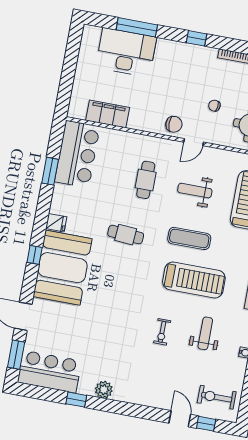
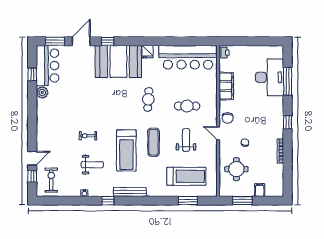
printer: (78, 112) -> (224, 53), added
filing cabinet: (108, 114) -> (226, 86), moved
bar counter: (77, 154) -> (188, 57), width x1.36
window: (50, 171) -> (181, 41), removed
window: (35, 255) -> (108, 41), moved
plant: (104, 390) -> (42, 92), moved
window: (76, 400) -> (32, 75), moved

